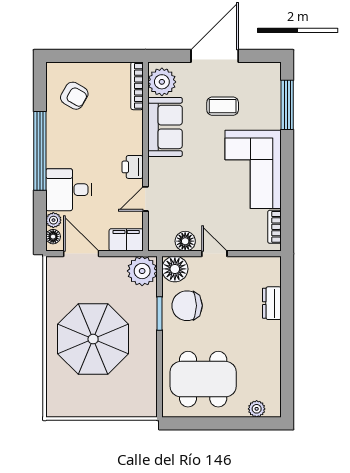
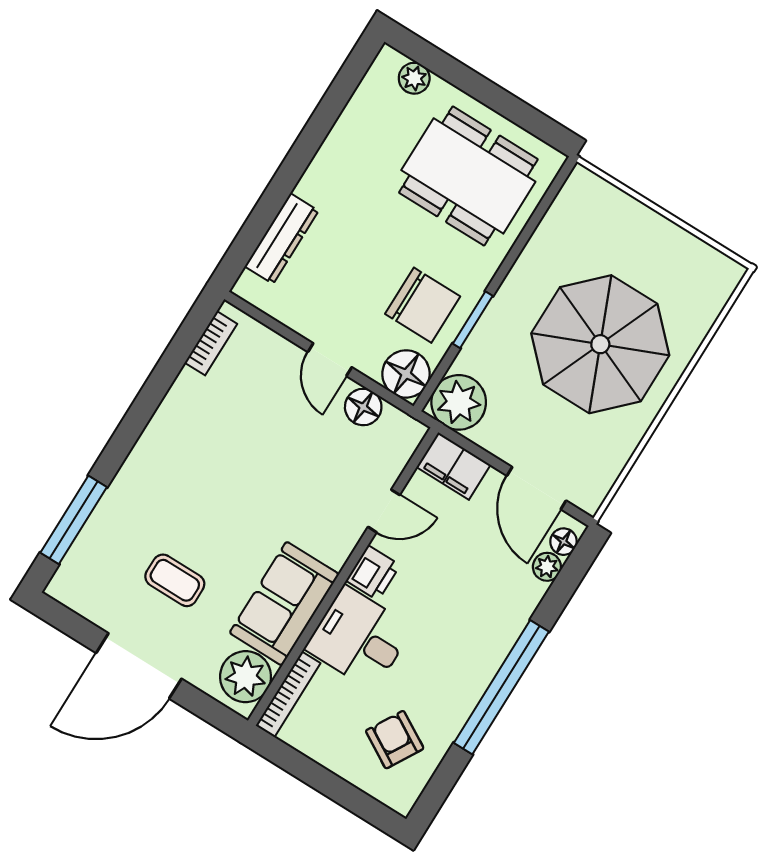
corner sofa: (253, 169) -> (188, 453), removed
desk: (69, 190) -> (359, 638), moved, turned 180
dresser: (272, 303) -> (282, 239), width x1.44

